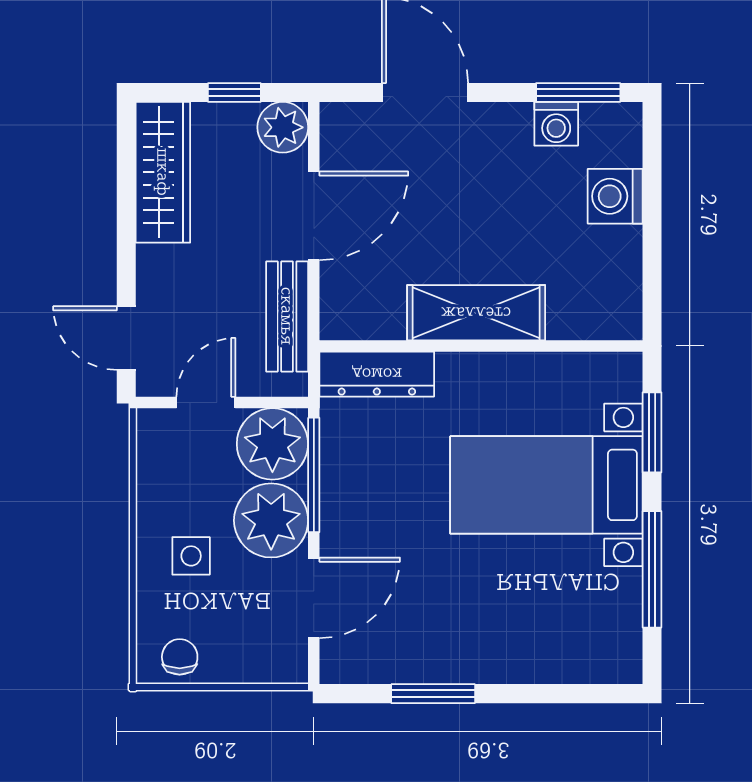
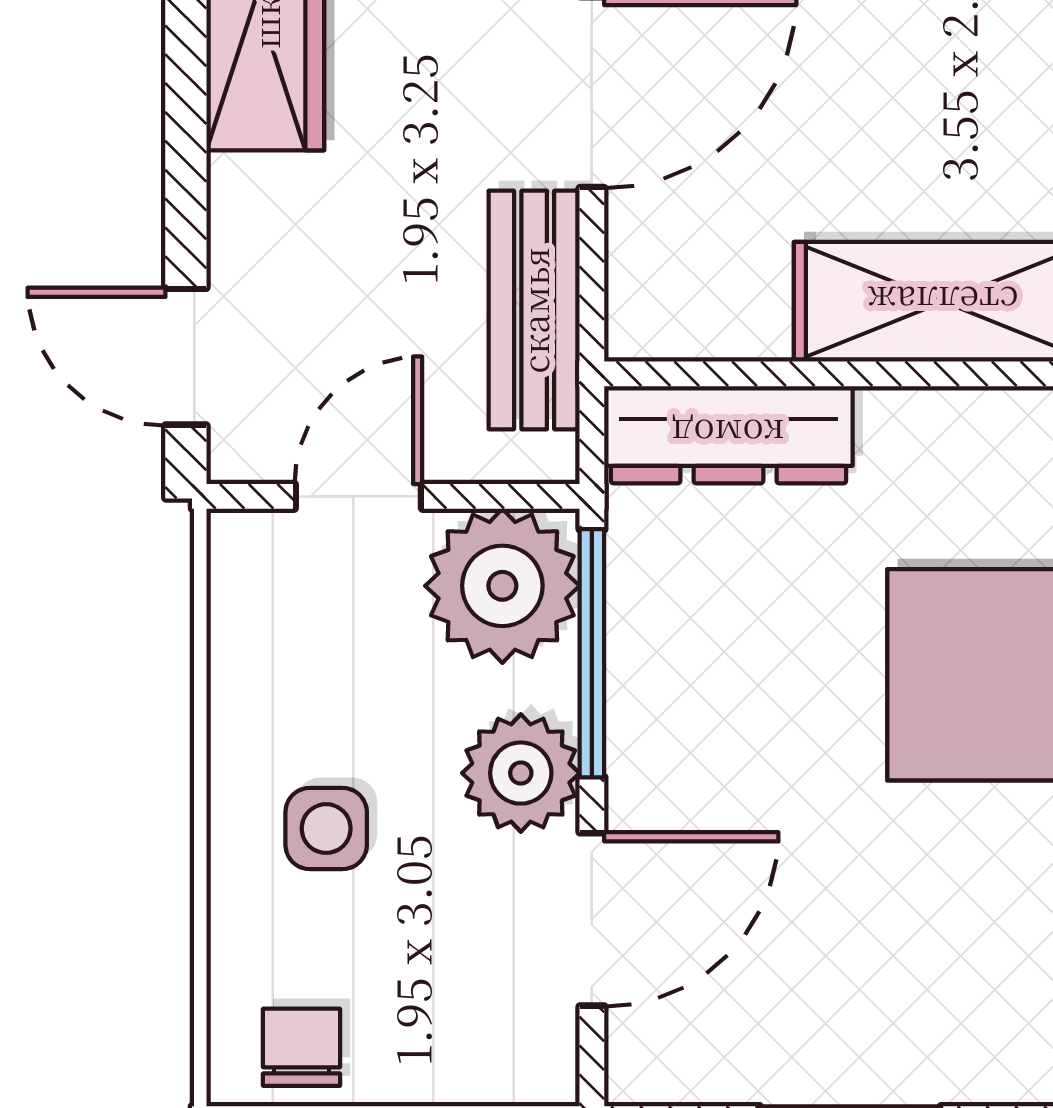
plant: (271, 520) -> (521, 773), width x0.73, depth x0.73

